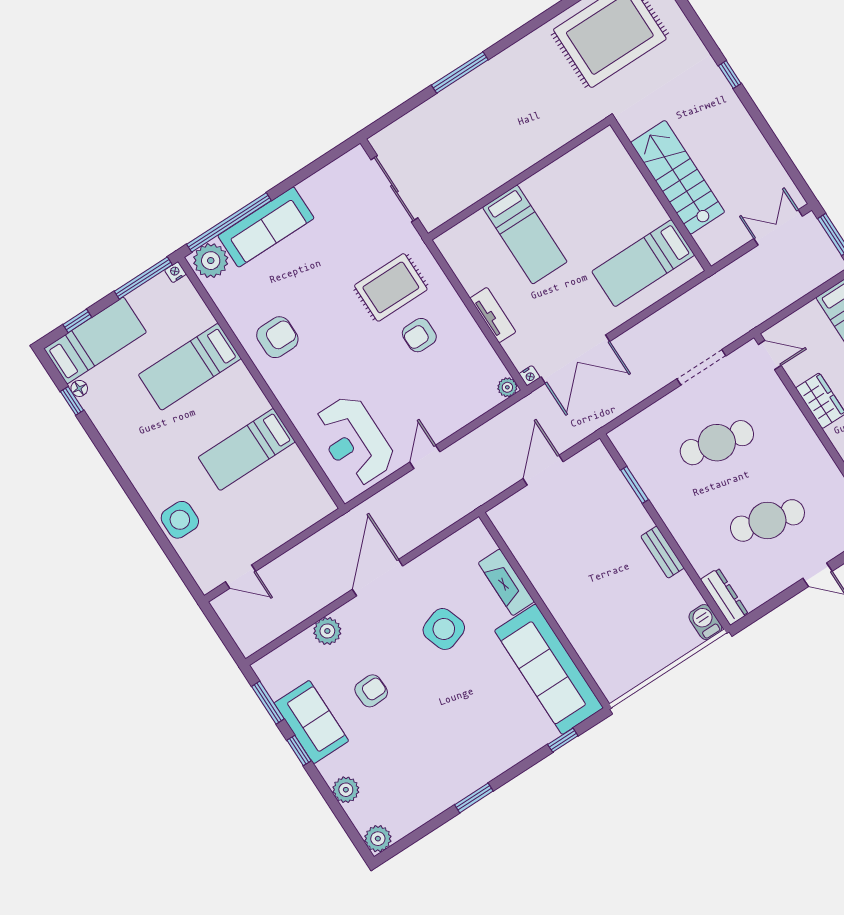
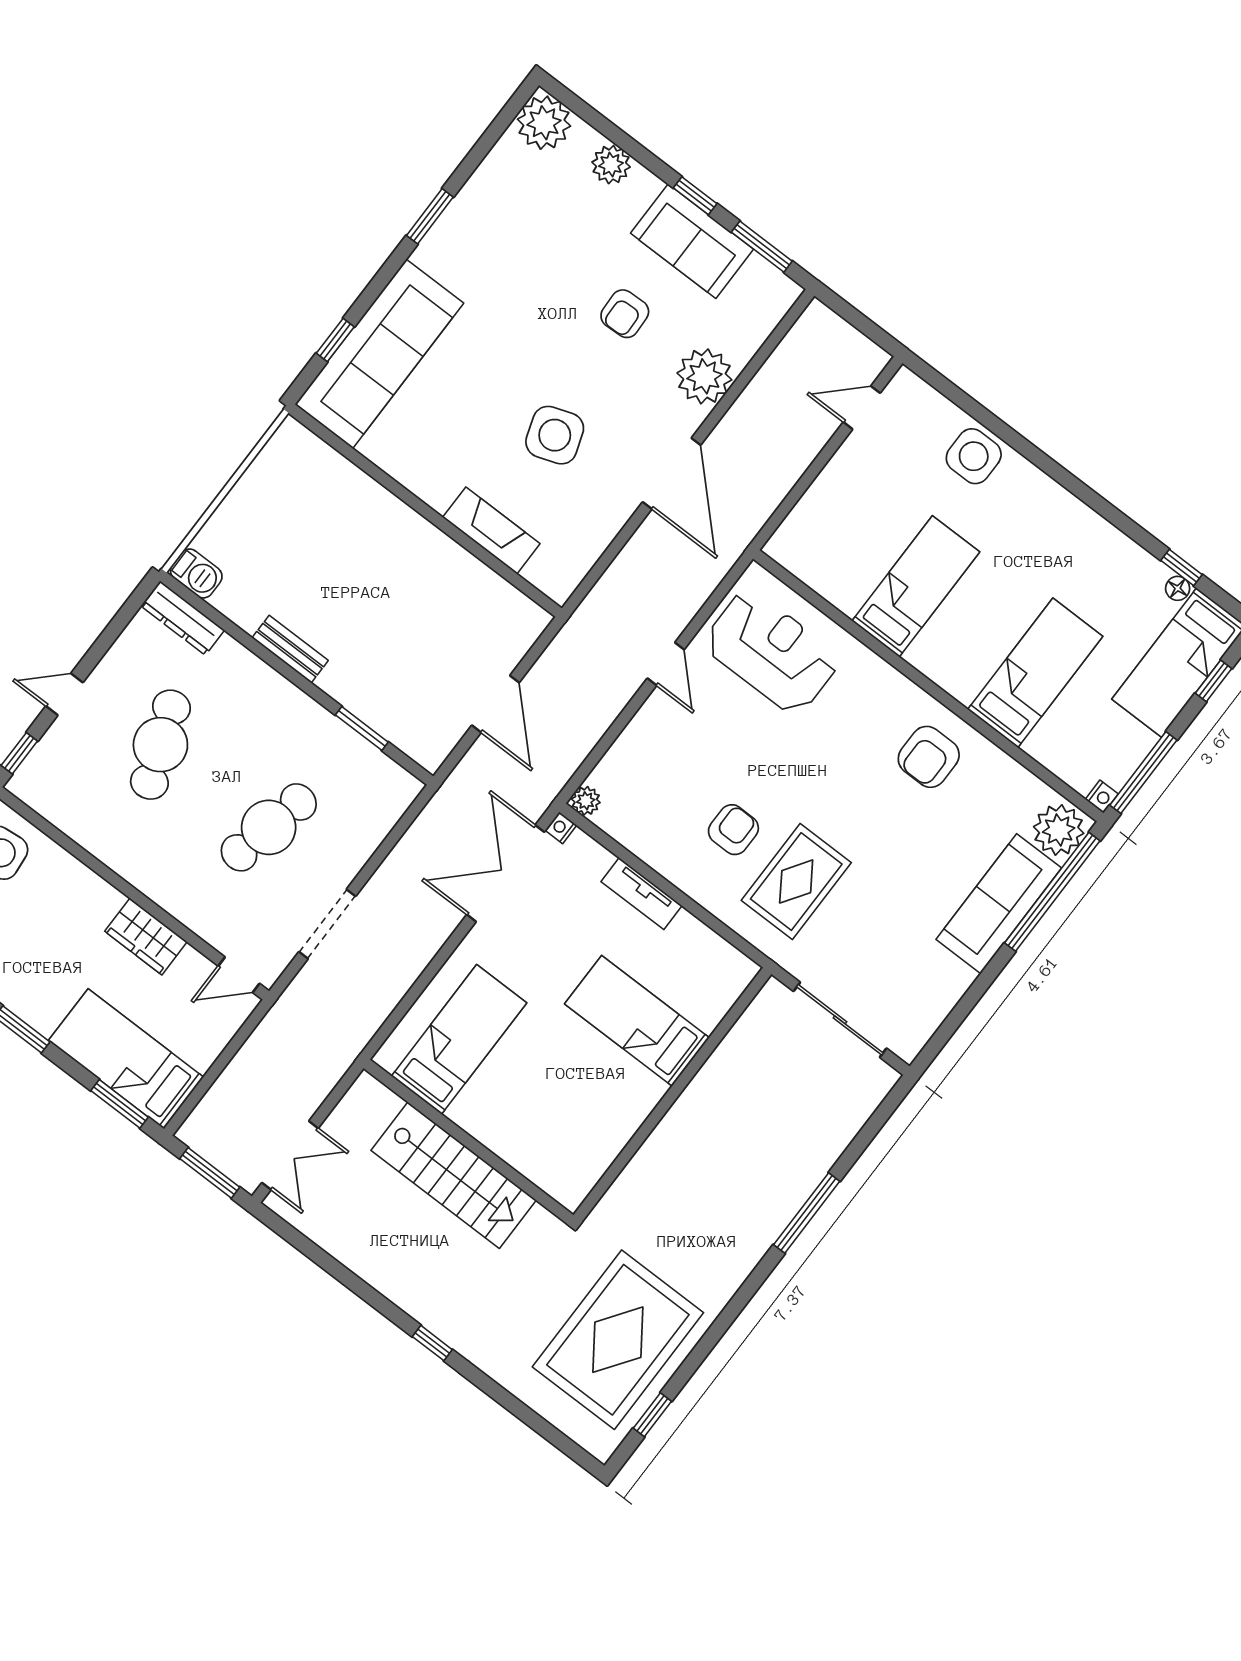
cafe table: (767, 520) -> (160, 745), turned -36
plant: (327, 631) -> (704, 376), width x1.36, depth x1.36
sofa: (549, 669) -> (379, 354), moved, turned 90
plant: (378, 839) -> (544, 123), width x1.36, depth x1.36

